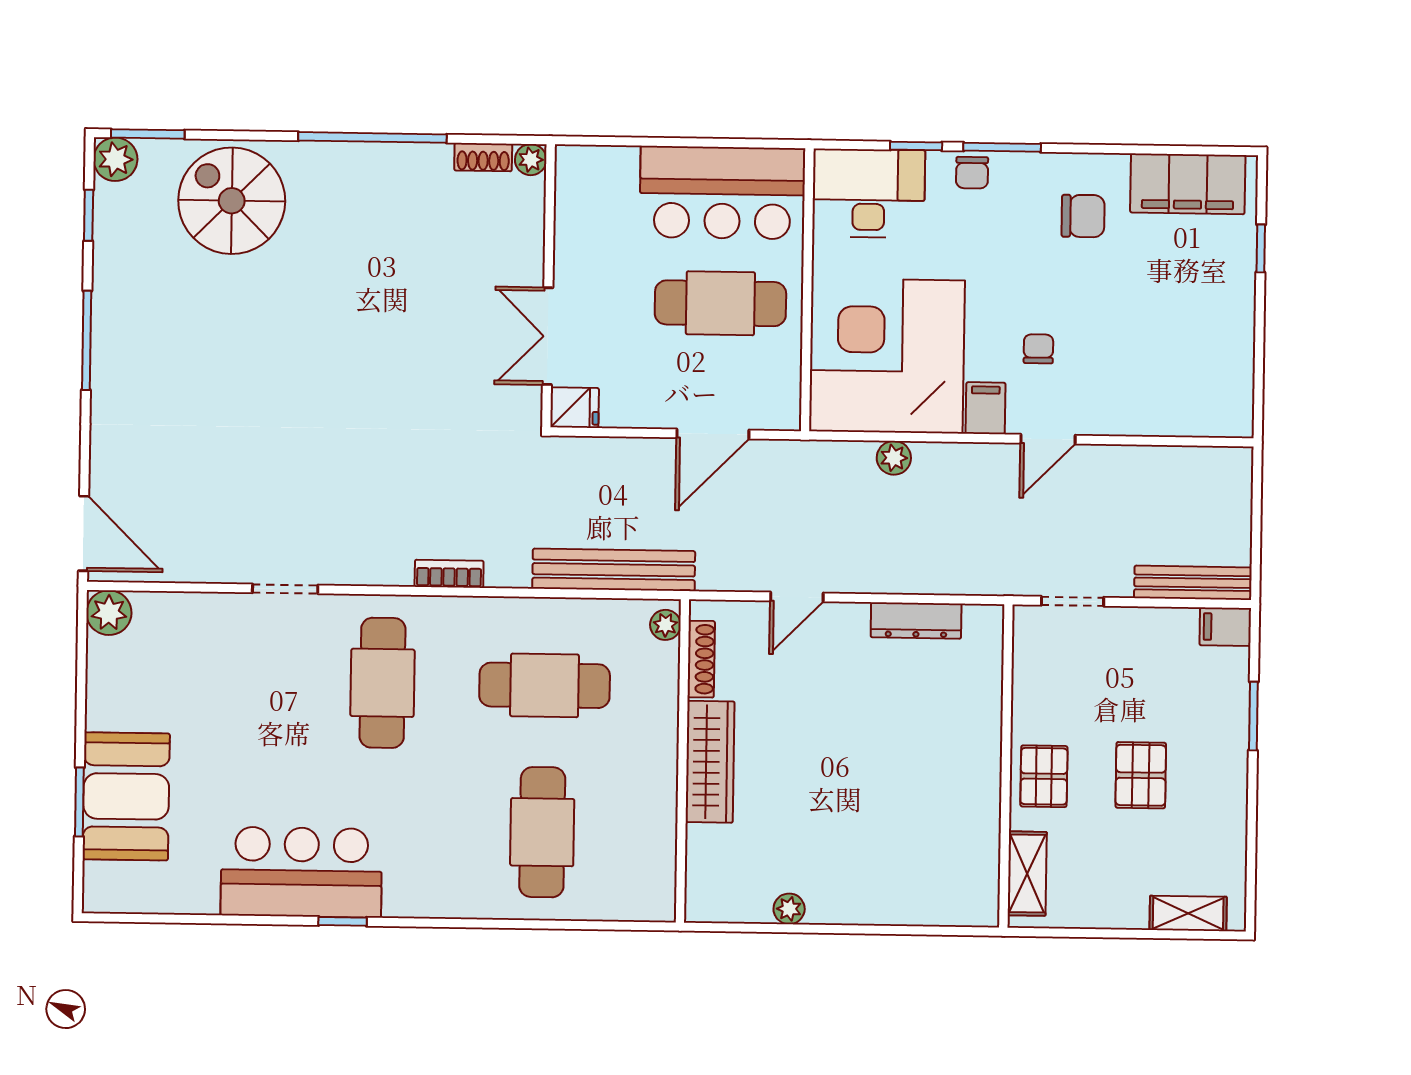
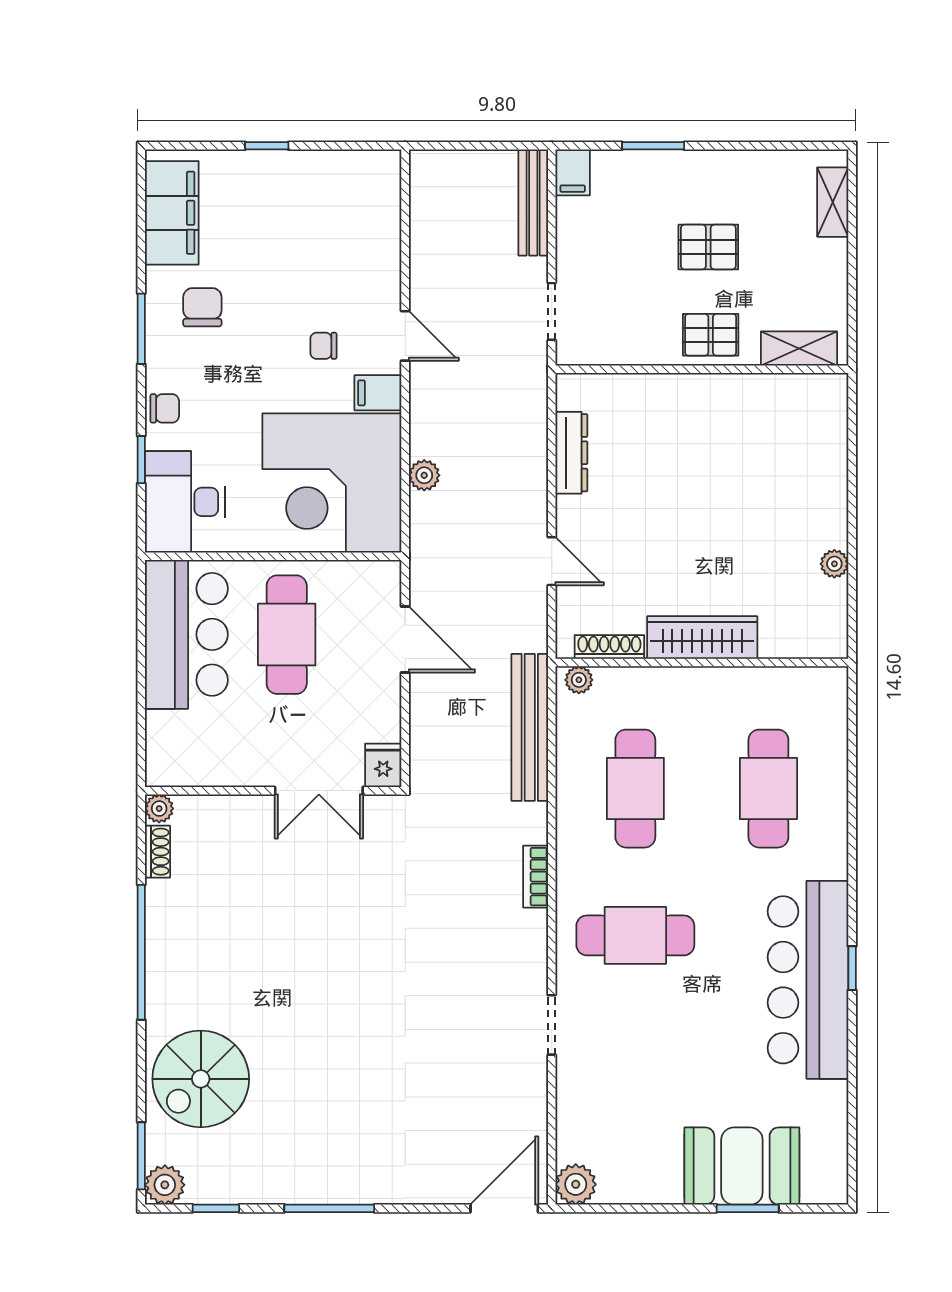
window: (1002, 147) -> (141, 329), moved
window: (1261, 248) -> (267, 146), moved
cafe table: (542, 832) -> (768, 789), turned 90
bar counter: (301, 872) -> (808, 980), width x1.36

